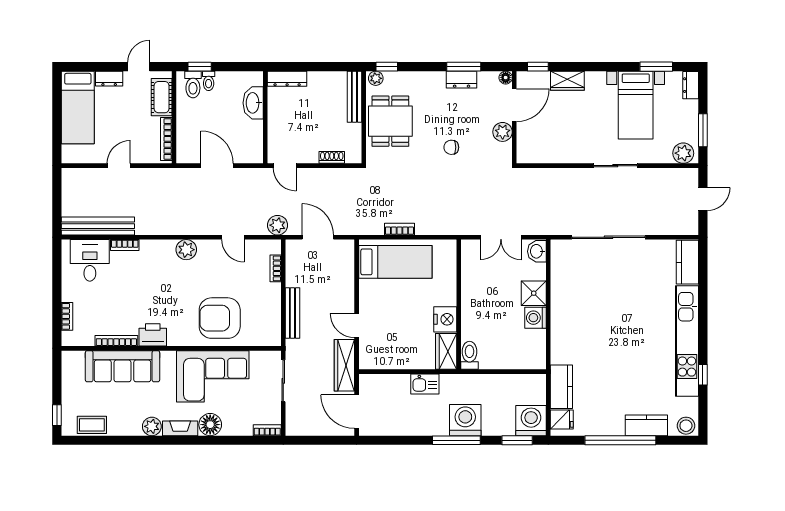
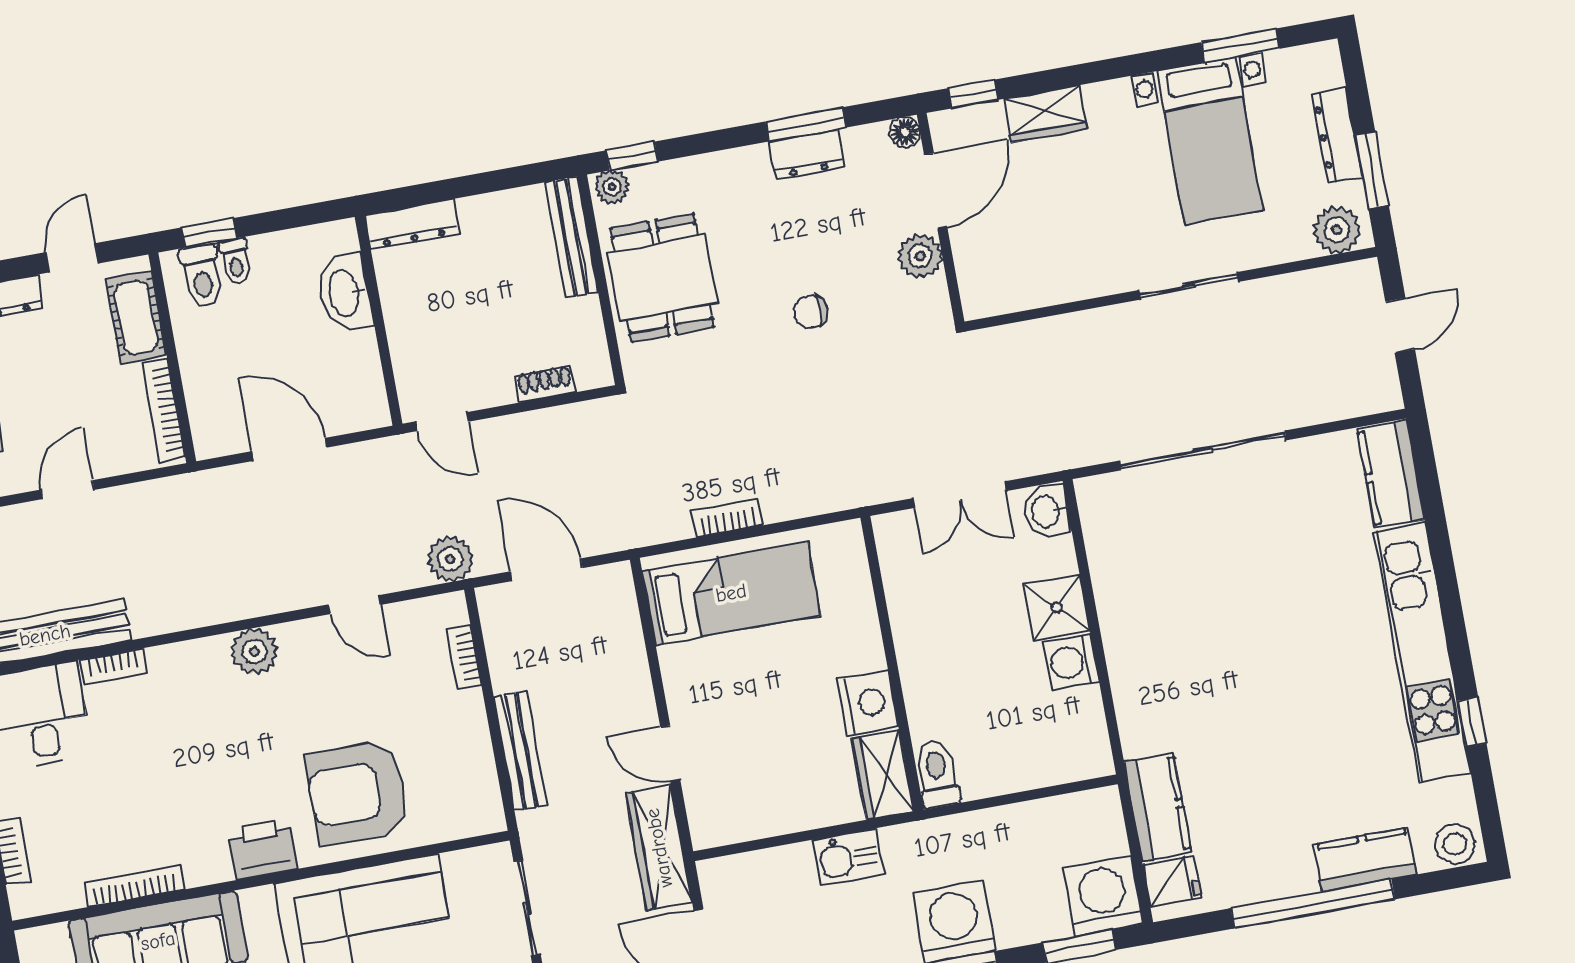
dresser: (691, 85) -> (1337, 135), moved, width x1.44
printer: (153, 335) -> (263, 849), moved

